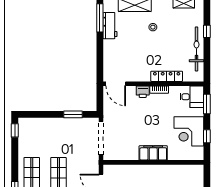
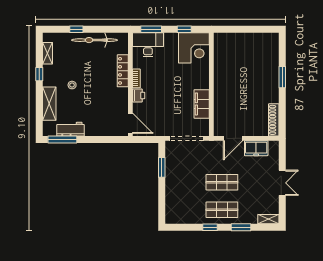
door: (116, 84) -> (130, 123), hinge flipped
desk: (192, 97) -> (148, 45), width x1.37
window: (15, 130) -> (210, 227), moved
corner desk: (189, 131) -> (194, 48), moved
filing cabinet: (153, 153) -> (202, 104), moved

